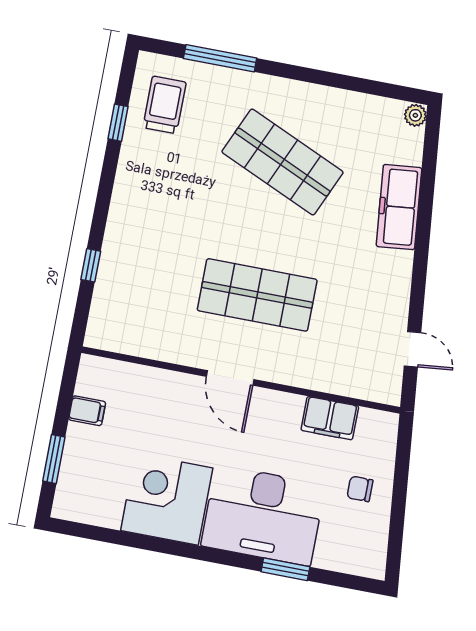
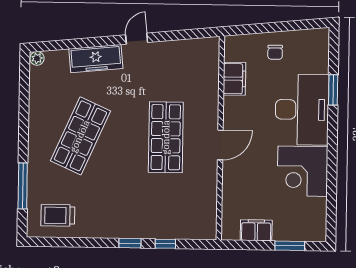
window: (118, 123) -> (130, 243), moved
door: (412, 349) -> (137, 39), moved
filing cabinet: (87, 411) -> (256, 230), width x2.00

